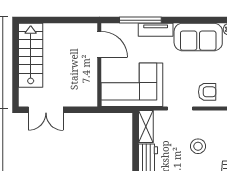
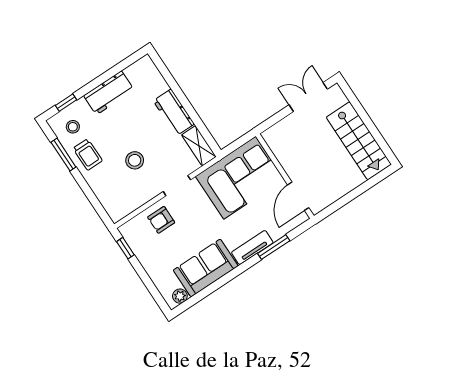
window: (140, 20) -> (274, 247), width x0.69
door: (99, 44) -> (298, 196), hinge flipped

